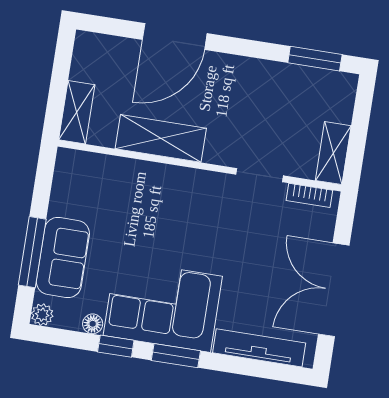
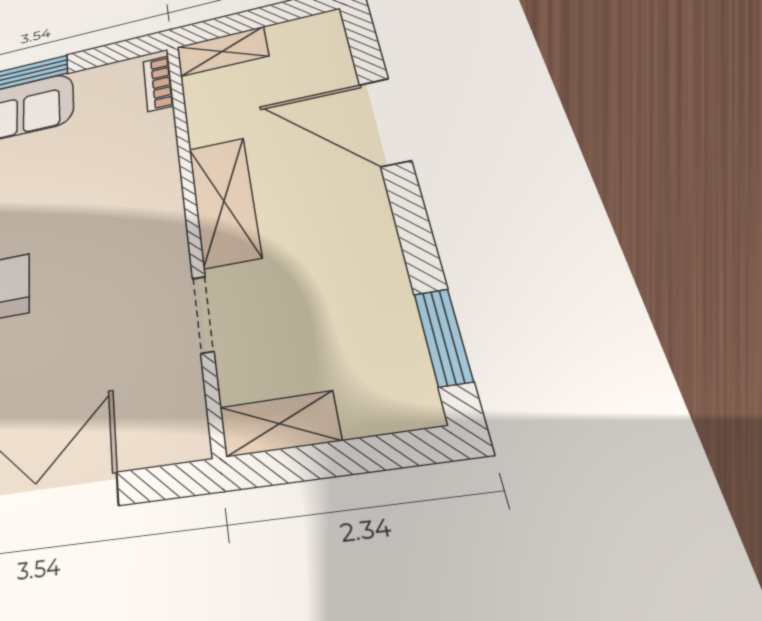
shelving: (161, 138) -> (224, 201), moved
bookcase: (309, 195) -> (158, 83), moved

